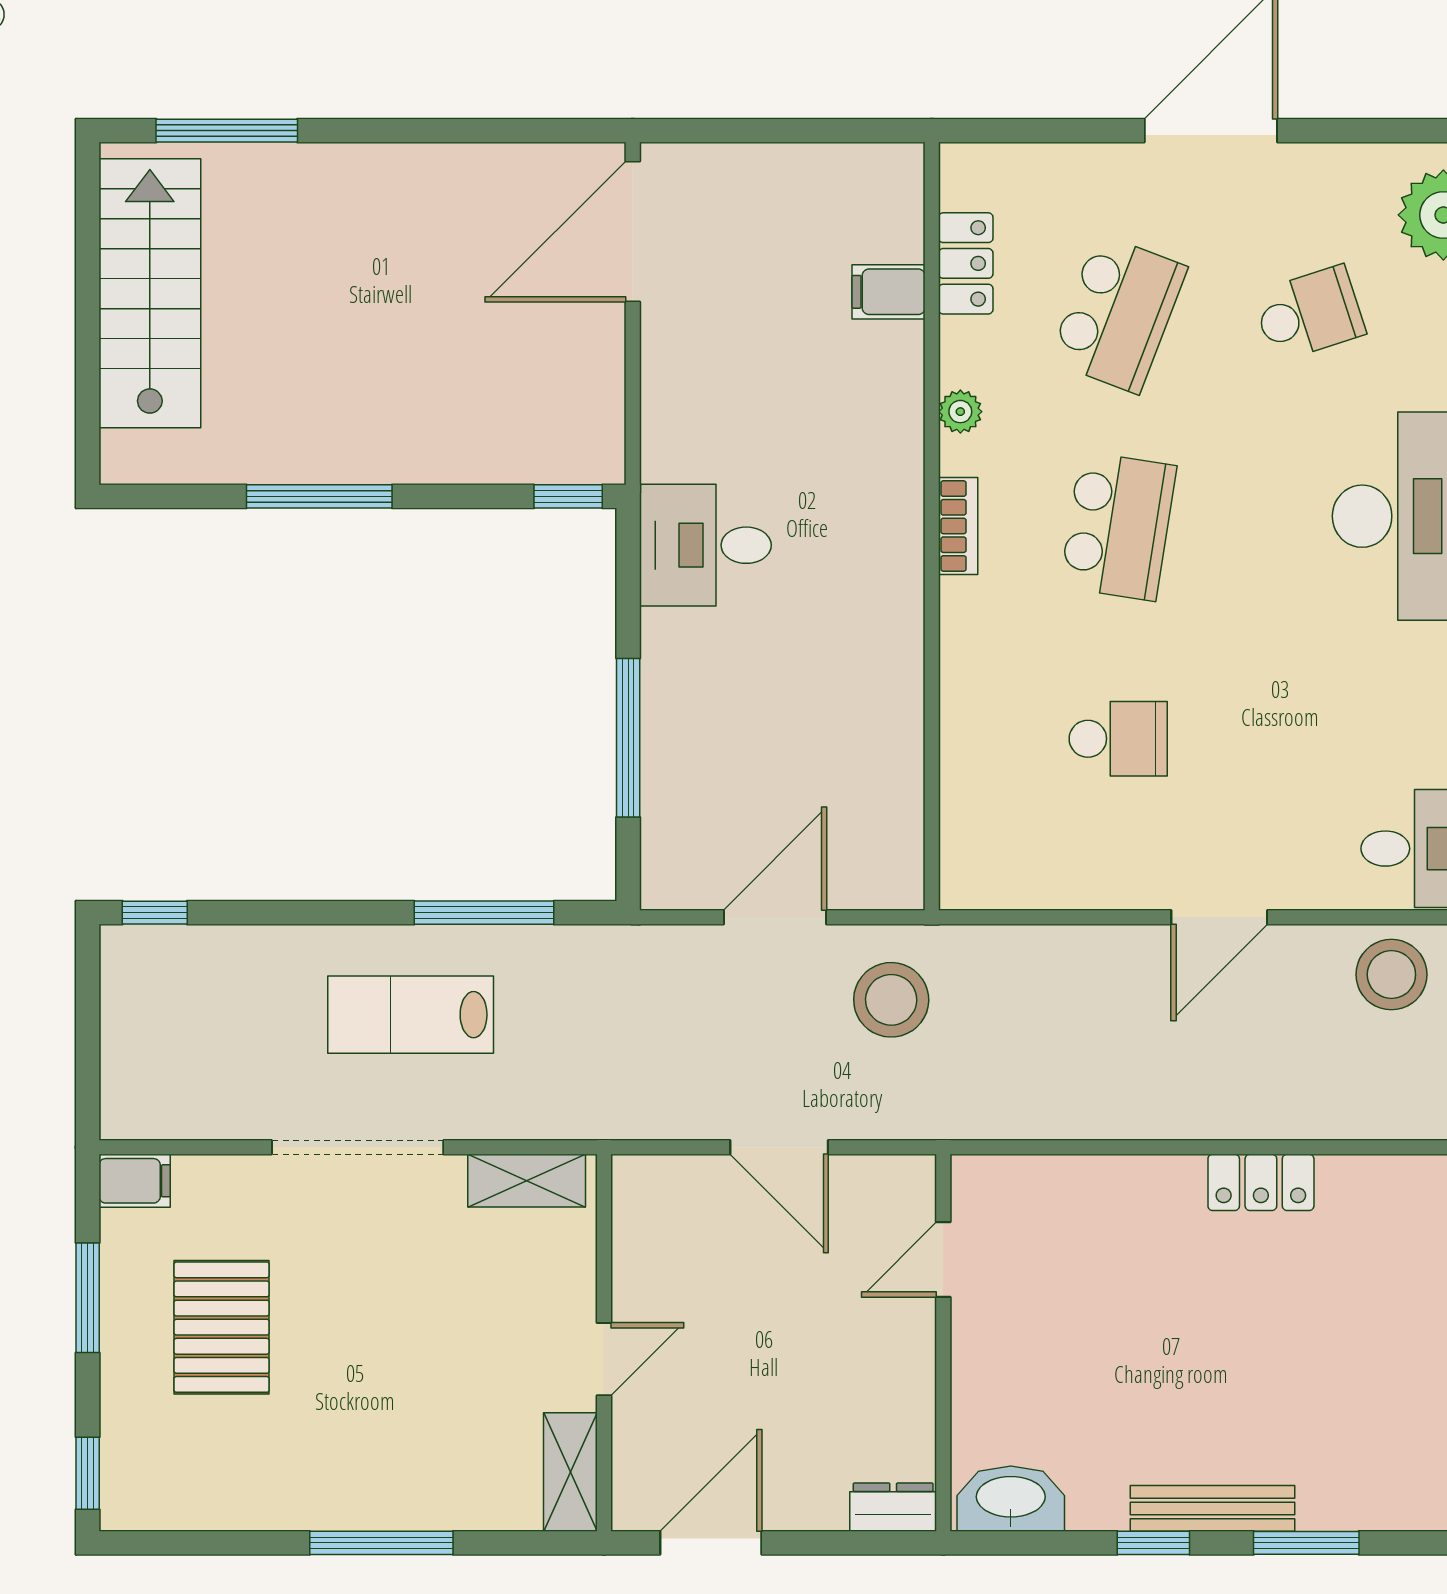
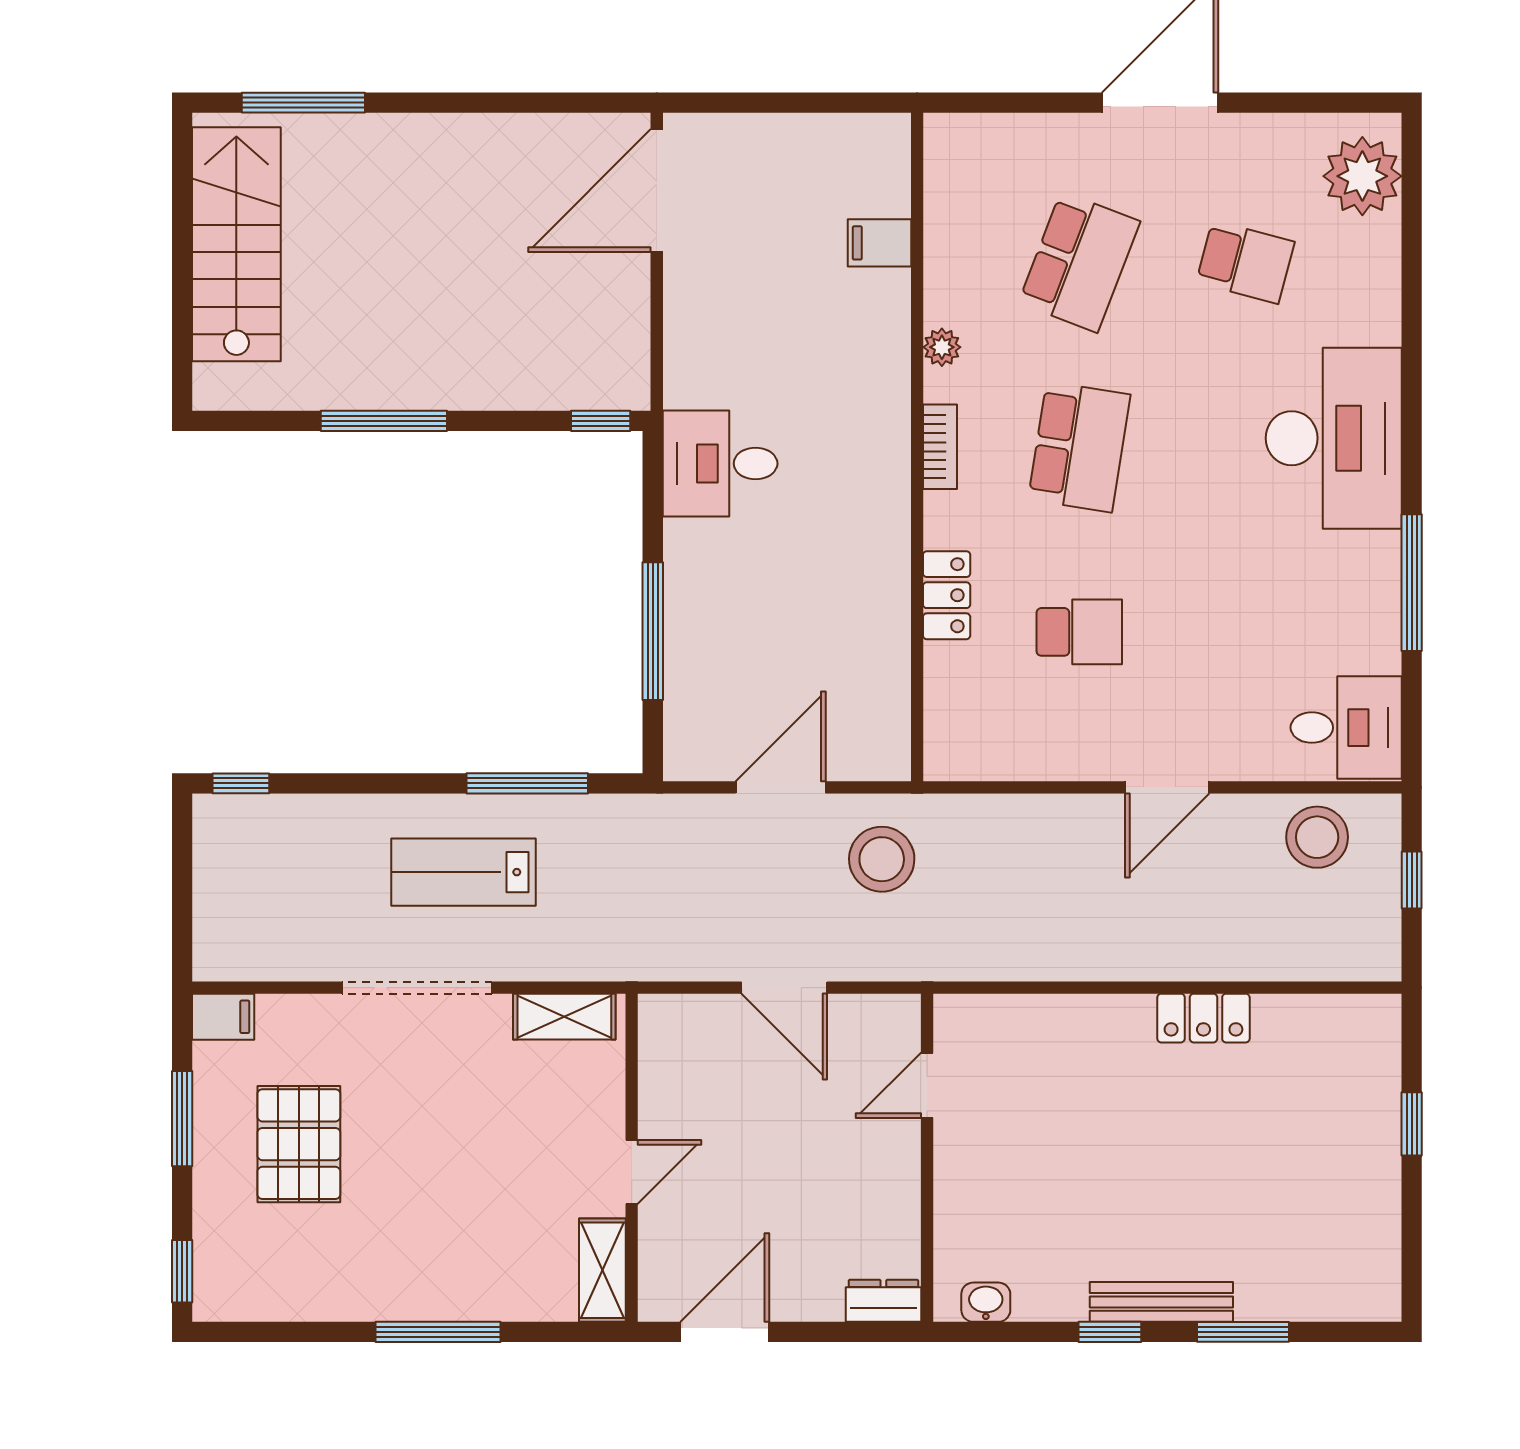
locker: (966, 263) -> (947, 595), moved
school desk: (1309, 314) -> (1245, 262), turned 33
washbasin: (1011, 1499) -> (986, 1302), width x0.52, depth x0.69

